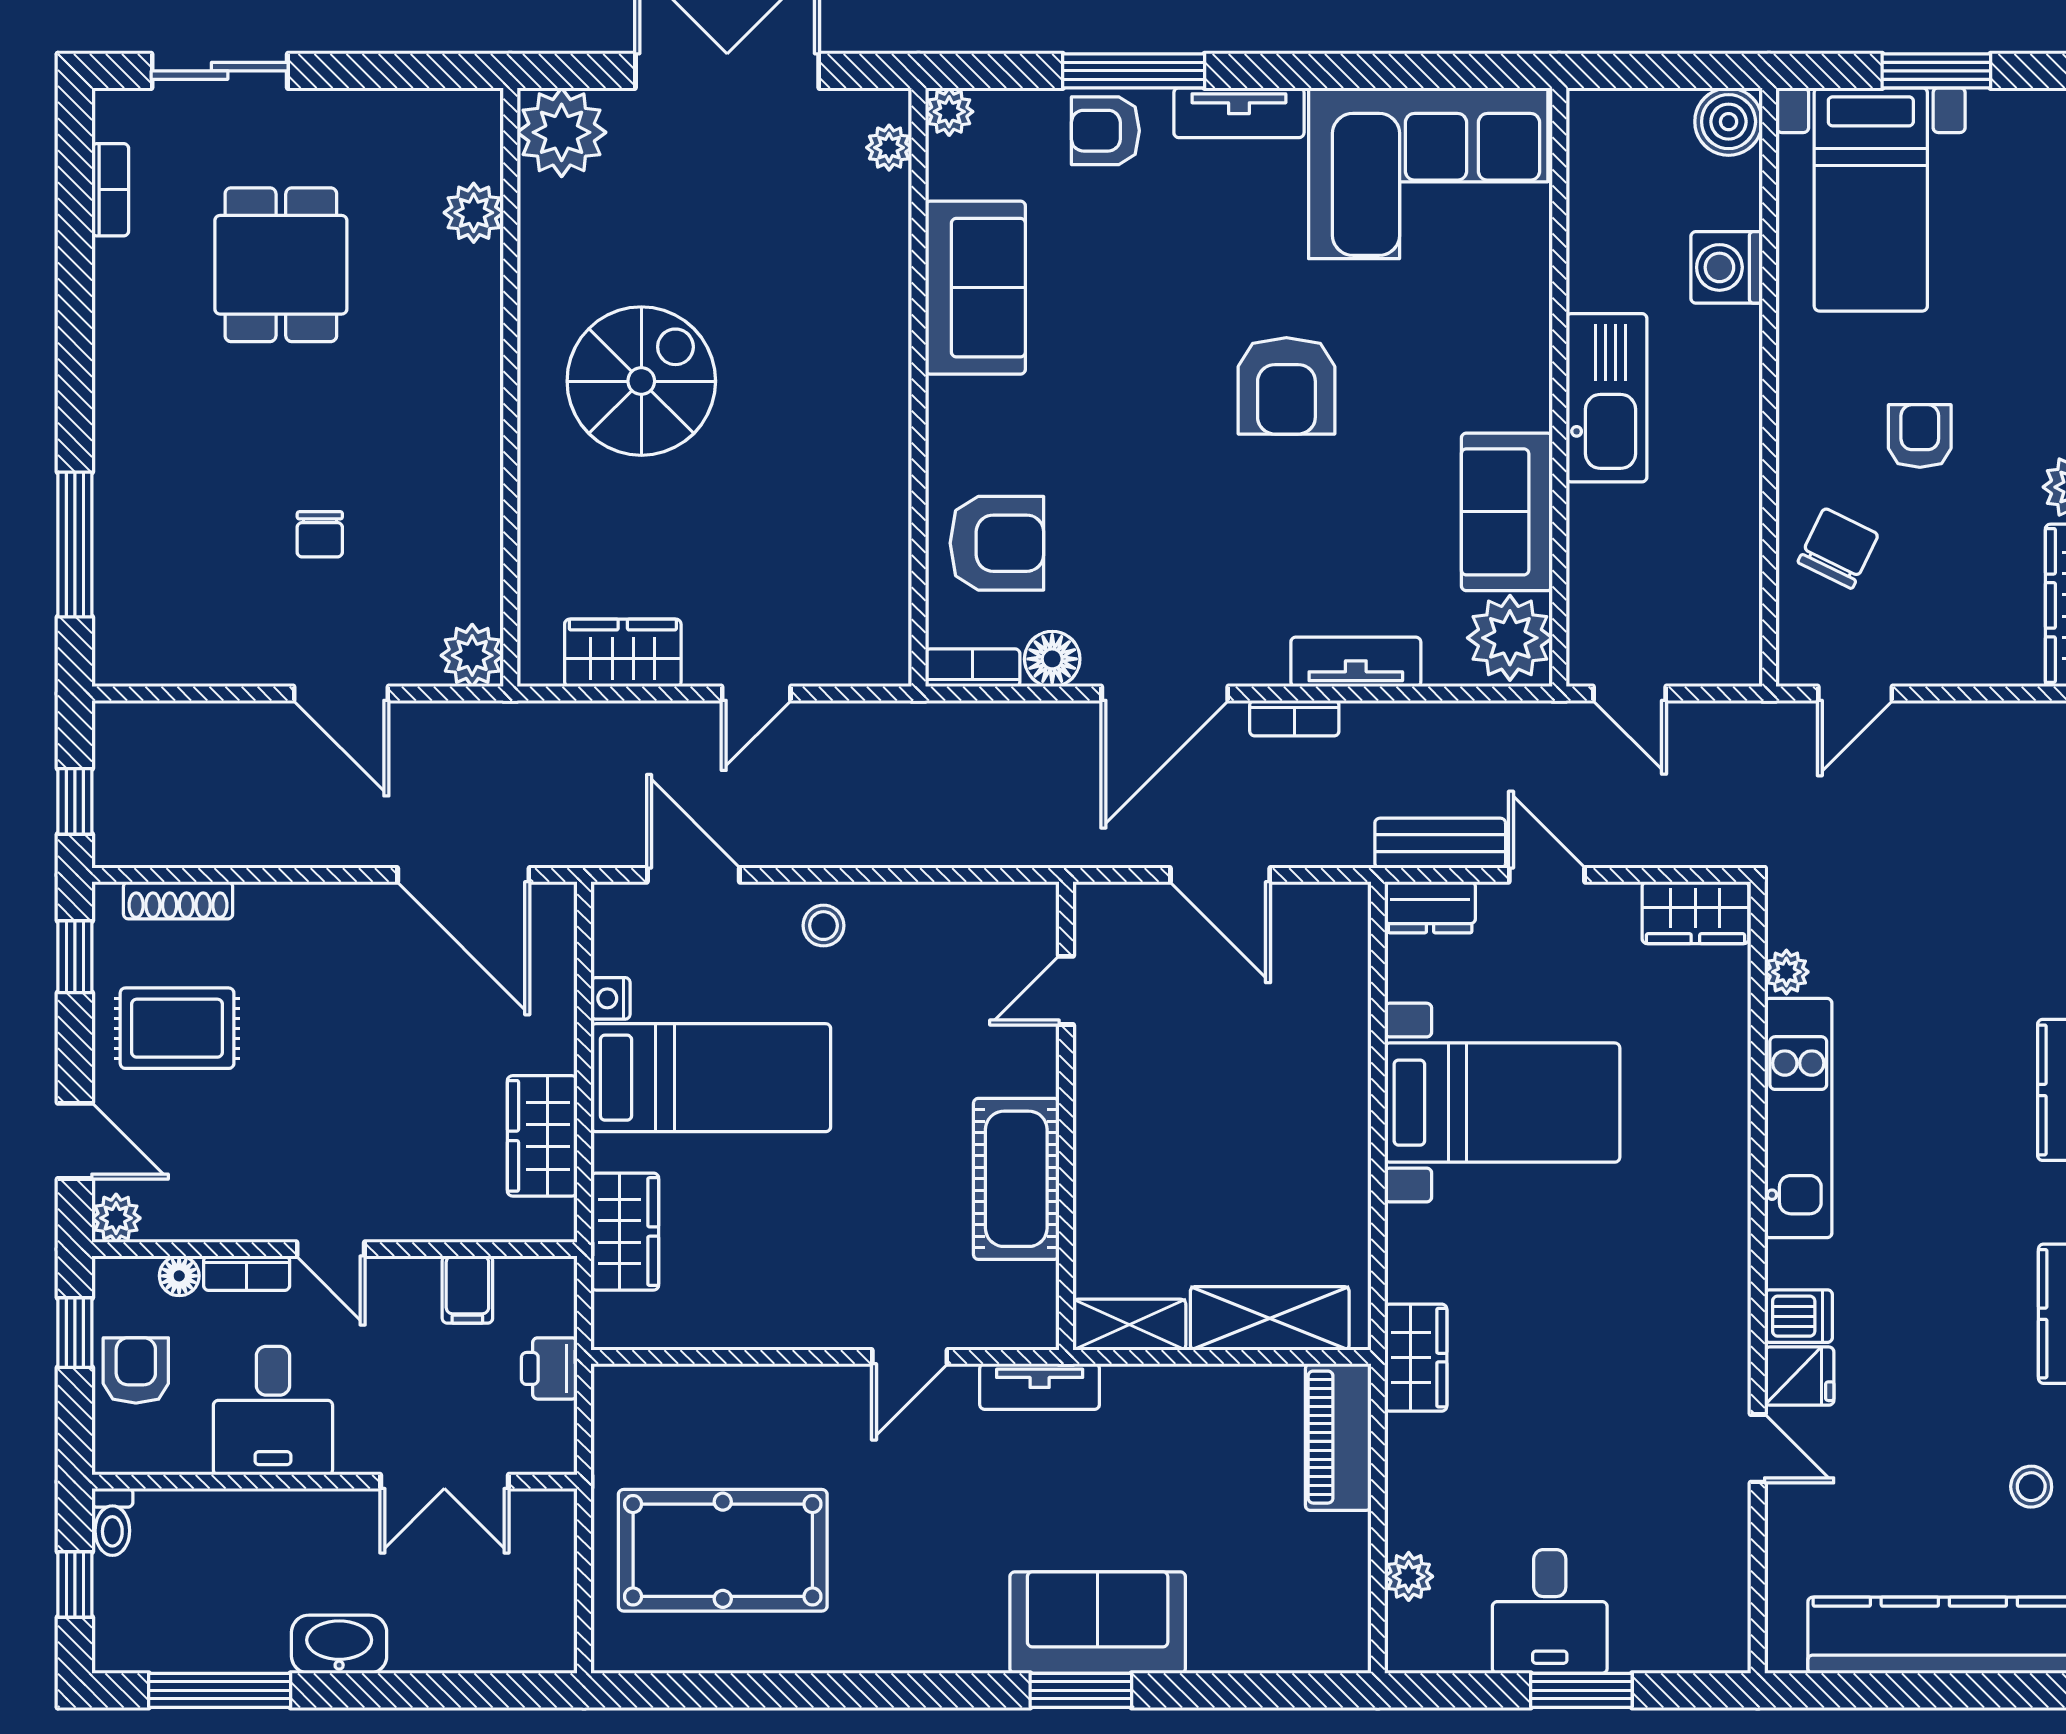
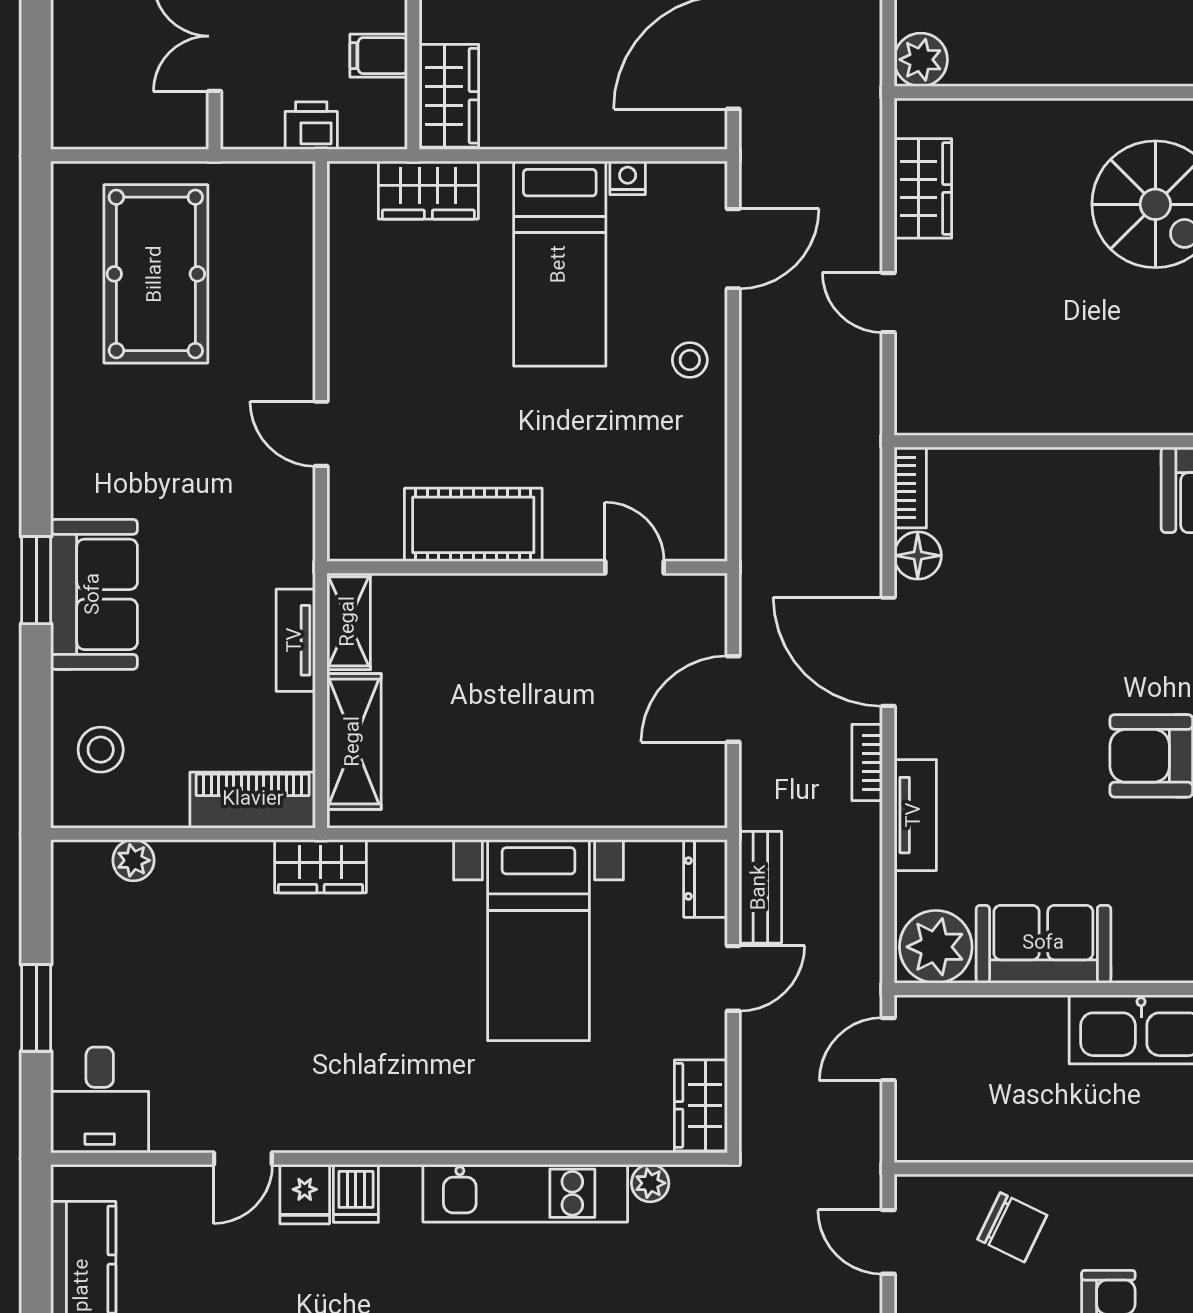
armchair: (997, 543) -> (1017, 508), removed
wardrobe: (542, 1136) -> (449, 96), moved, turned 90
tv unit: (1040, 1387) -> (296, 640), moved
desk: (1550, 1611) -> (100, 1100), moved, turned -90
stool: (1279, 1615) -> (101, 750), added

